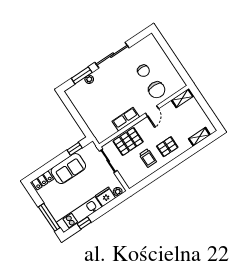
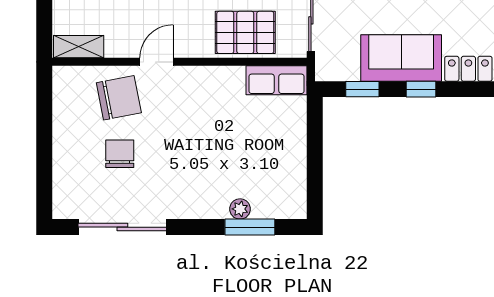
sliding door: (112, 55) -> (122, 227), moved
chair: (157, 90) -> (119, 98), turned 79
row of seats: (126, 119) -> (277, 80), moved
window: (54, 162) -> (421, 89), added

